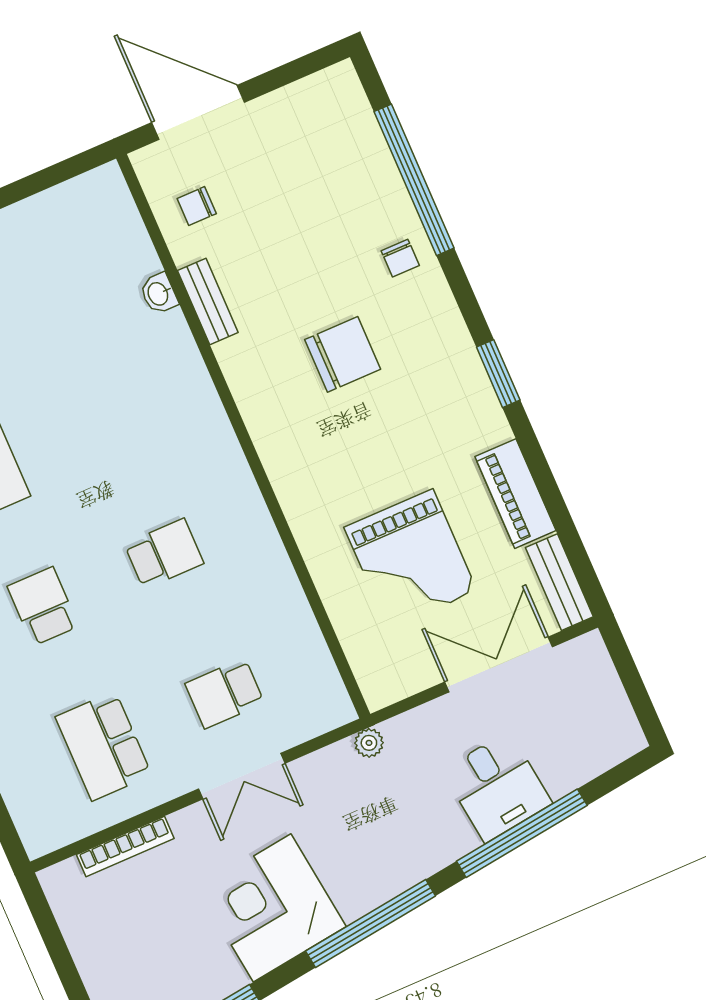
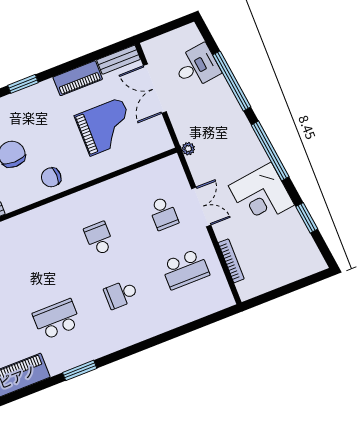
chair: (295, 443) -> (51, 177), added
desk: (497, 787) -> (197, 67), moved

